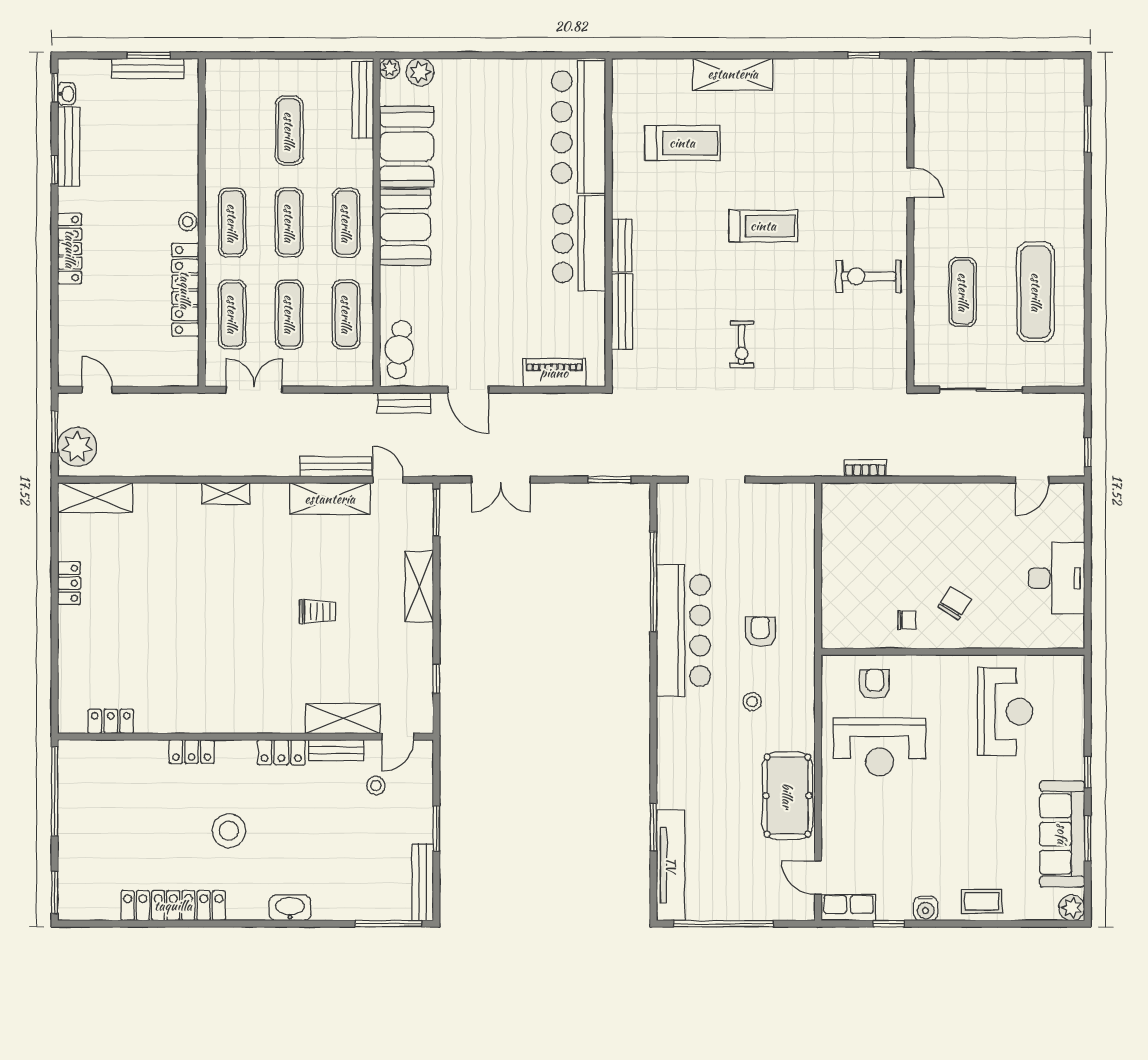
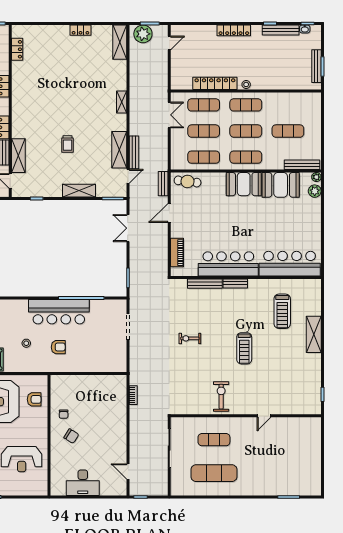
bar counter: (579, 243) -> (228, 264), width x1.36

